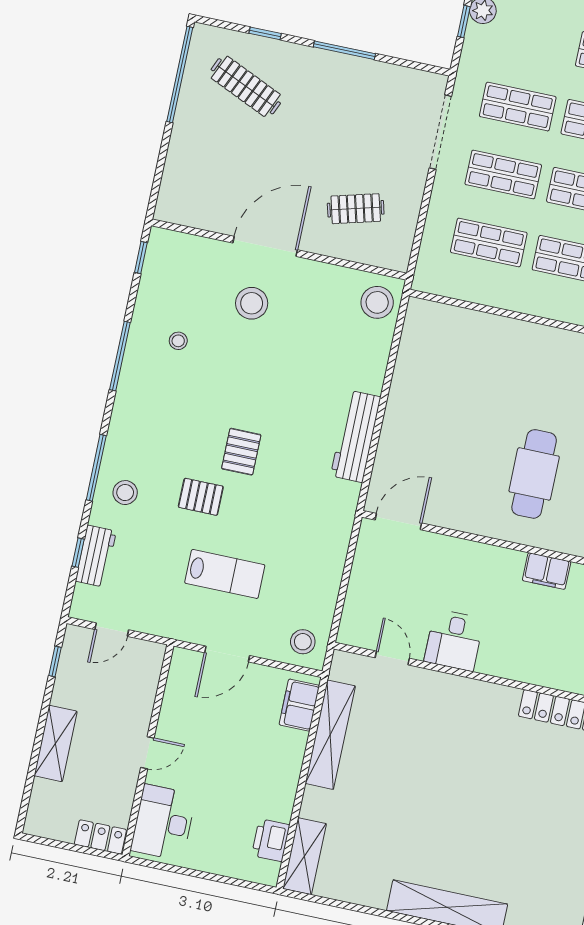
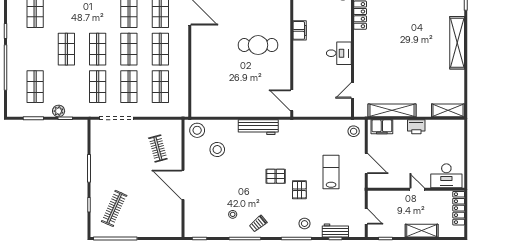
stool: (252, 303) -> (217, 149), moved
trolley: (146, 392) -> (258, 224), added
desk: (454, 640) -> (339, 53), moved
locker: (100, 837) -> (459, 208), width x1.53
printer: (271, 840) -> (416, 127), moved

